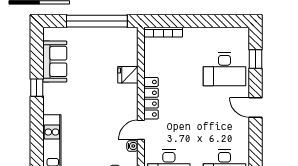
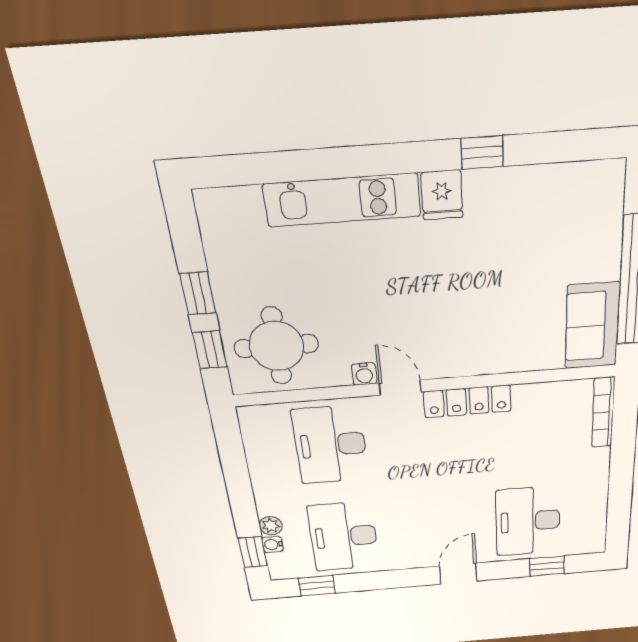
sofa: (55, 61) -> (592, 326), moved, turned 90
fridge: (128, 75) -> (442, 195), moved, turned 180

